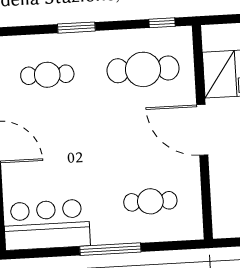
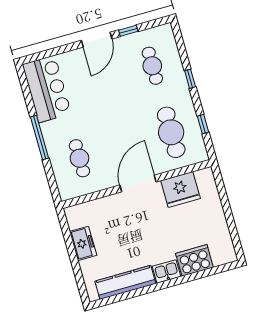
window: (162, 23) -> (203, 124), moved
window: (76, 28) -> (190, 79), width x0.67

